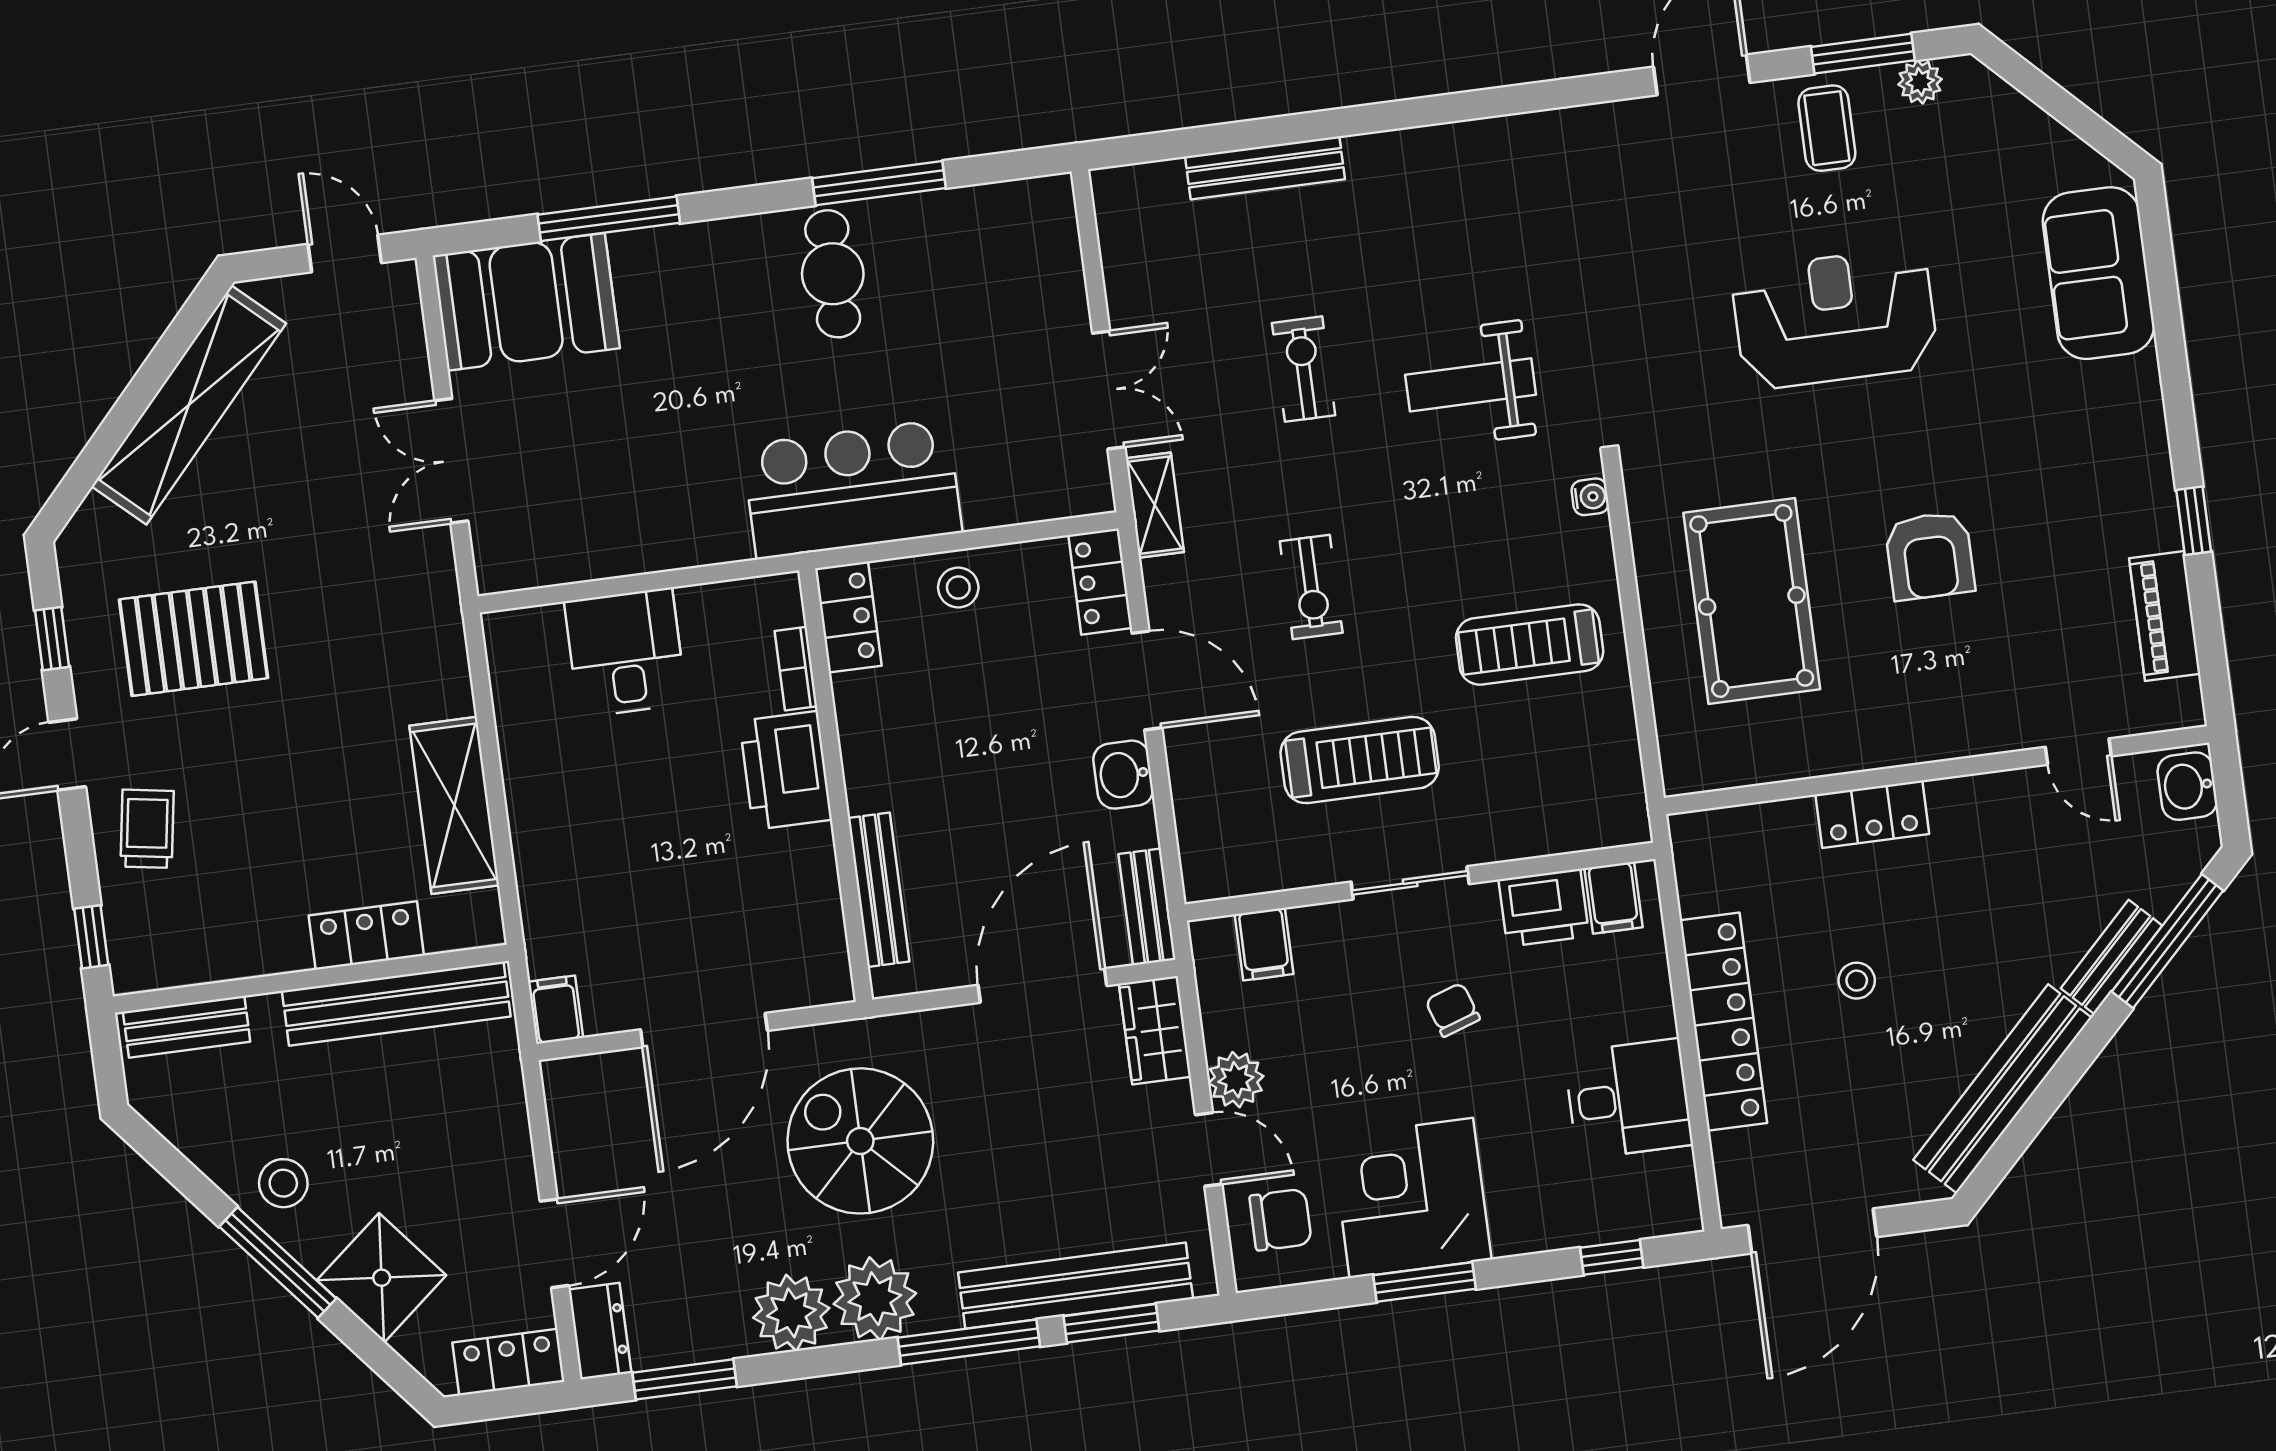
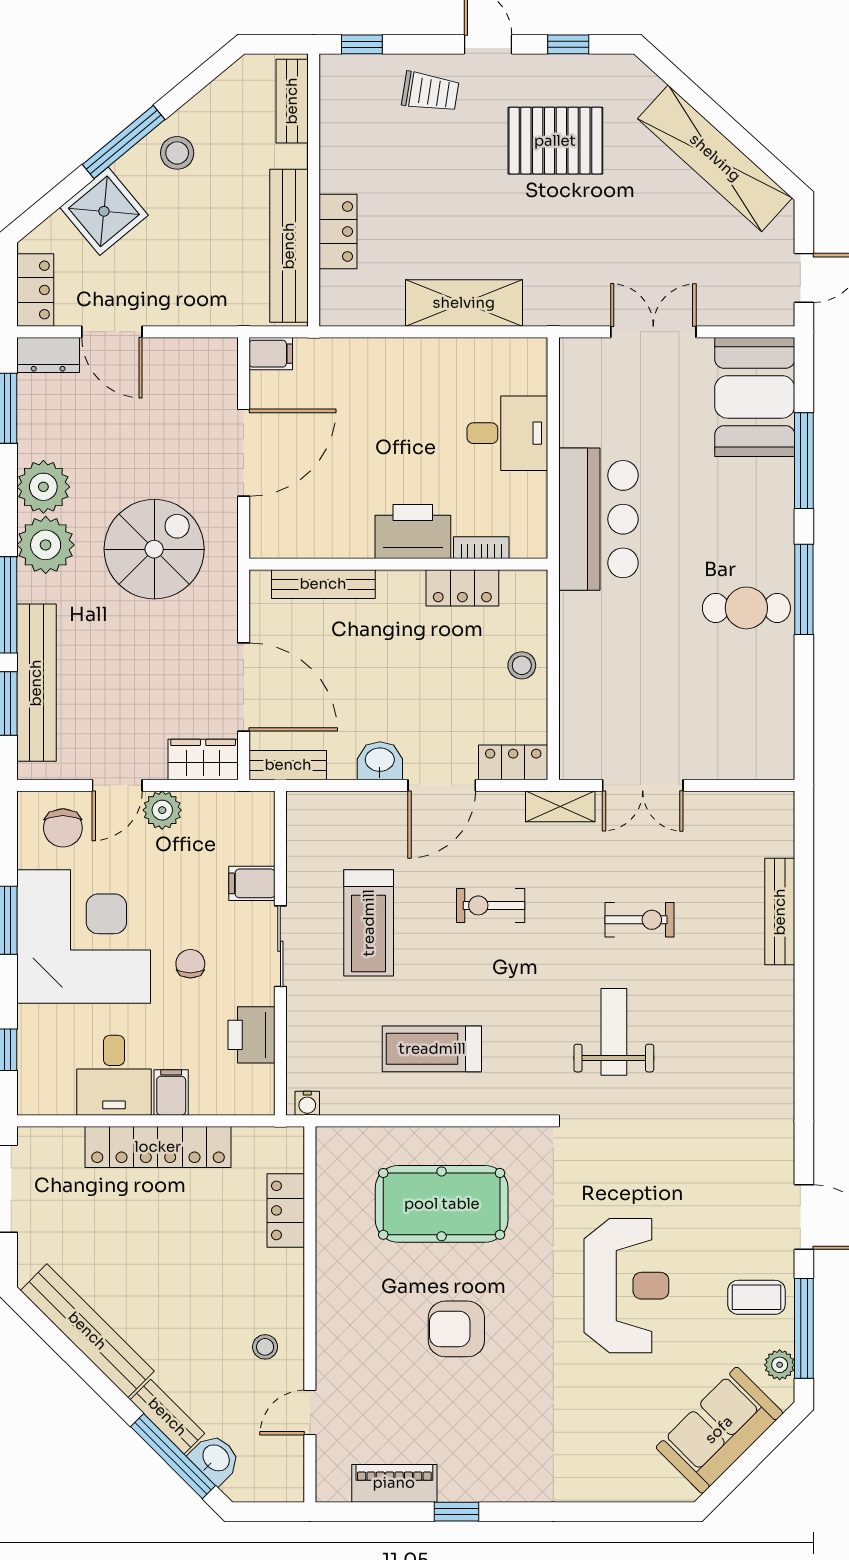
window: (1863, 54) -> (804, 1328), width x1.44
window: (879, 183) -> (804, 589), moved
sofa: (2099, 273) -> (719, 1430), moved, turned -45
bar counter: (852, 489) -> (598, 519), moved
water cooler: (1590, 497) -> (307, 1103), moved
locker: (848, 617) -> (462, 588), moved
pallet: (194, 639) -> (555, 141), turned 90
treadmill: (1530, 645) -> (432, 1049), turned -90
washbasin: (2187, 786) -> (215, 1459), moved, turned 45
shelving: (454, 805) -> (464, 303), moved
locker: (1872, 814) -> (286, 1210), moved
filing cabinet: (1614, 898) -> (171, 1092), moved, turned 90
filing cabinet: (1264, 944) -> (252, 883), moved
stool: (1857, 981) -> (265, 1347), moved
chair: (1453, 1010) -> (190, 964), turned -71
door: (704, 1030) -> (244, 453), swing flipped
corner desk: (1411, 1198) -> (84, 937), width x1.36, depth x1.36

